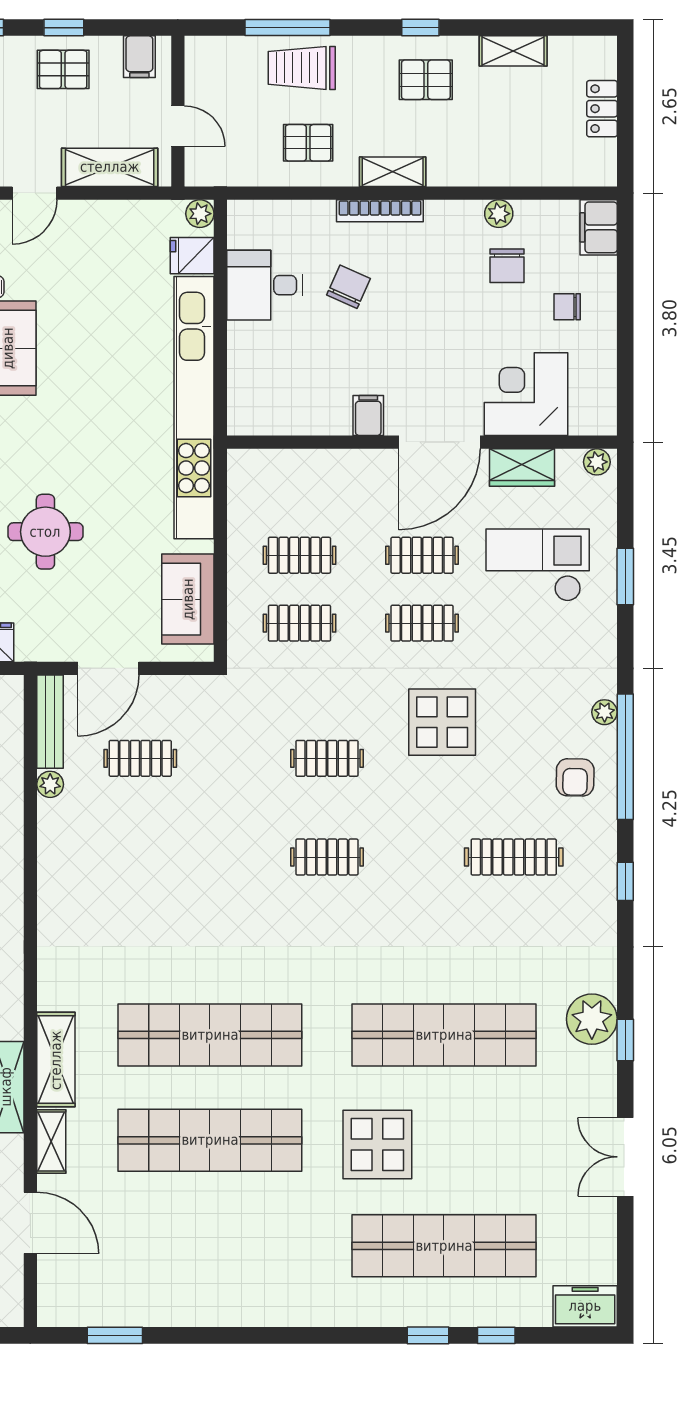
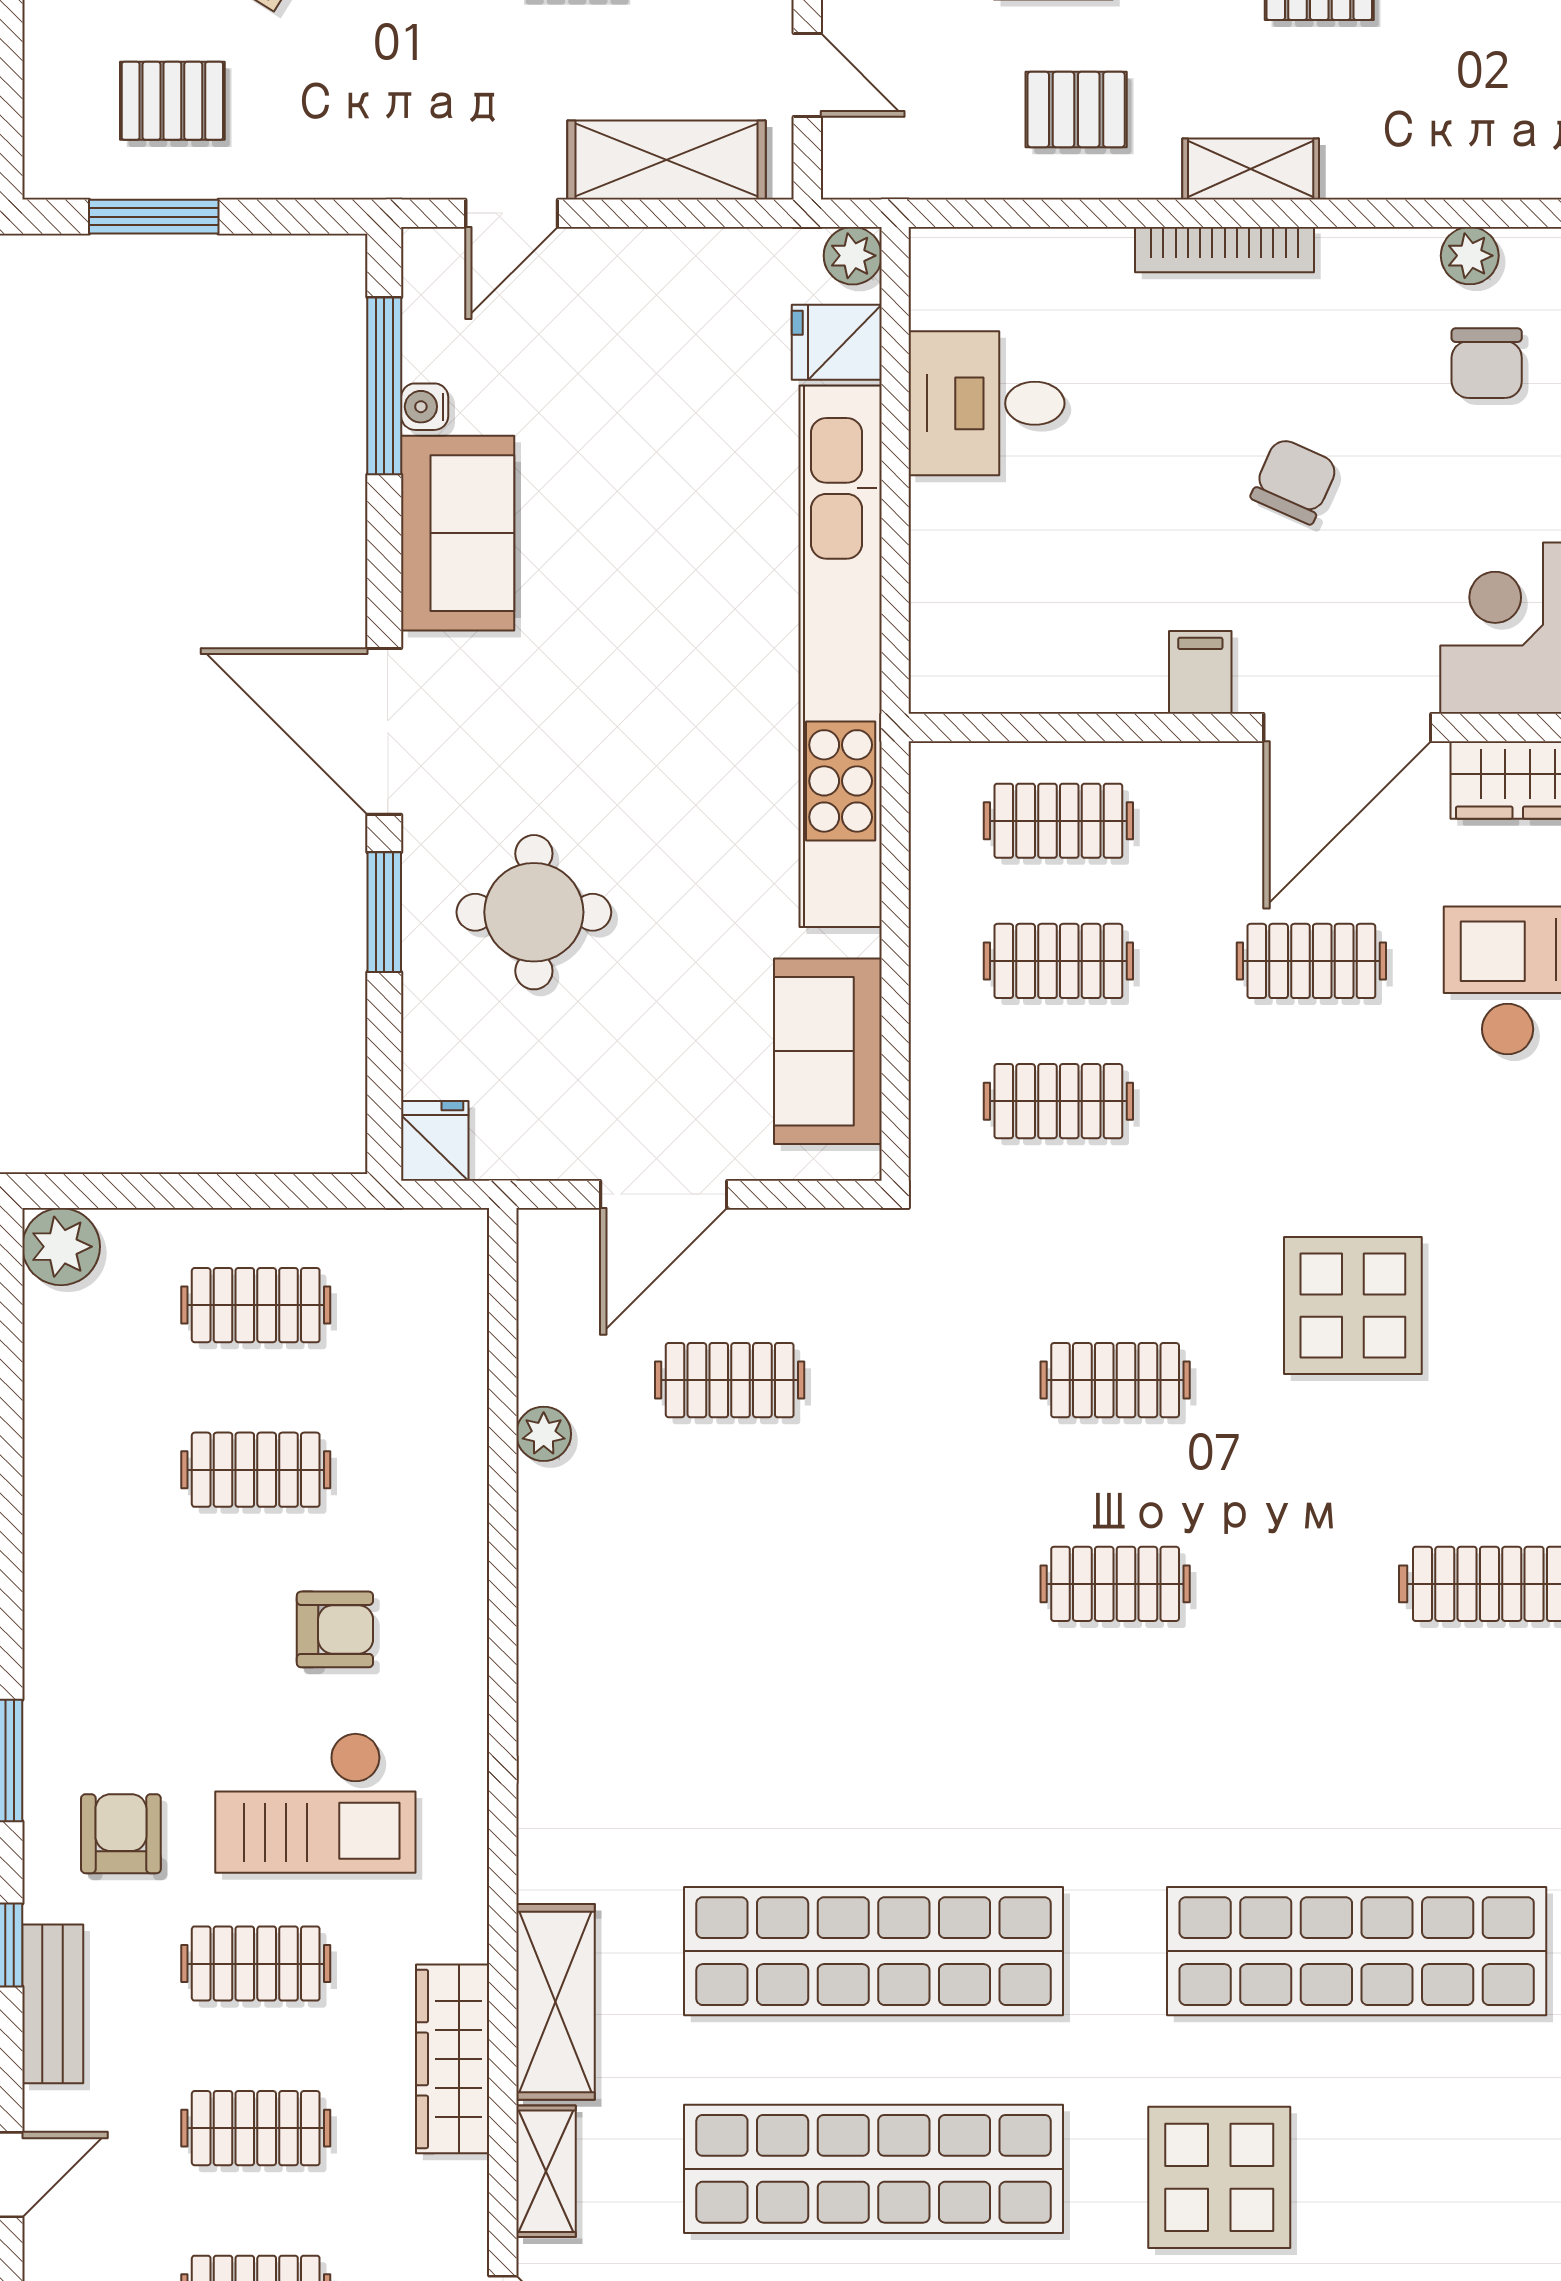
chair: (348, 287) -> (1294, 481), moved
clothes rail: (422, 623) -> (1058, 821), moved
bench: (50, 722) -> (543, 1305), removed

